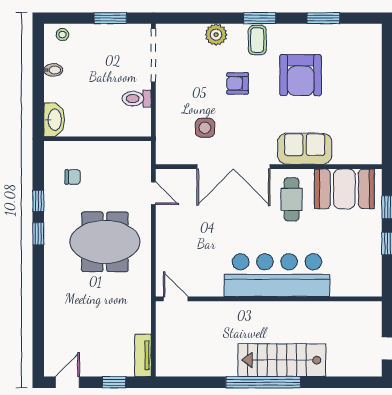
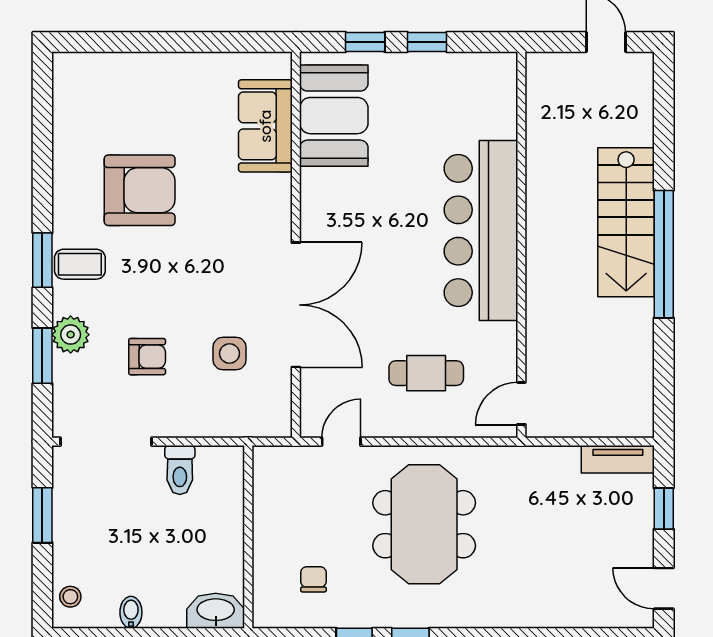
window: (323, 18) -> (42, 356), moved
armchair: (238, 83) -> (147, 357), moved, turned -90
sofa: (305, 149) -> (265, 126), moved
cafe table: (292, 199) -> (426, 373), moved

